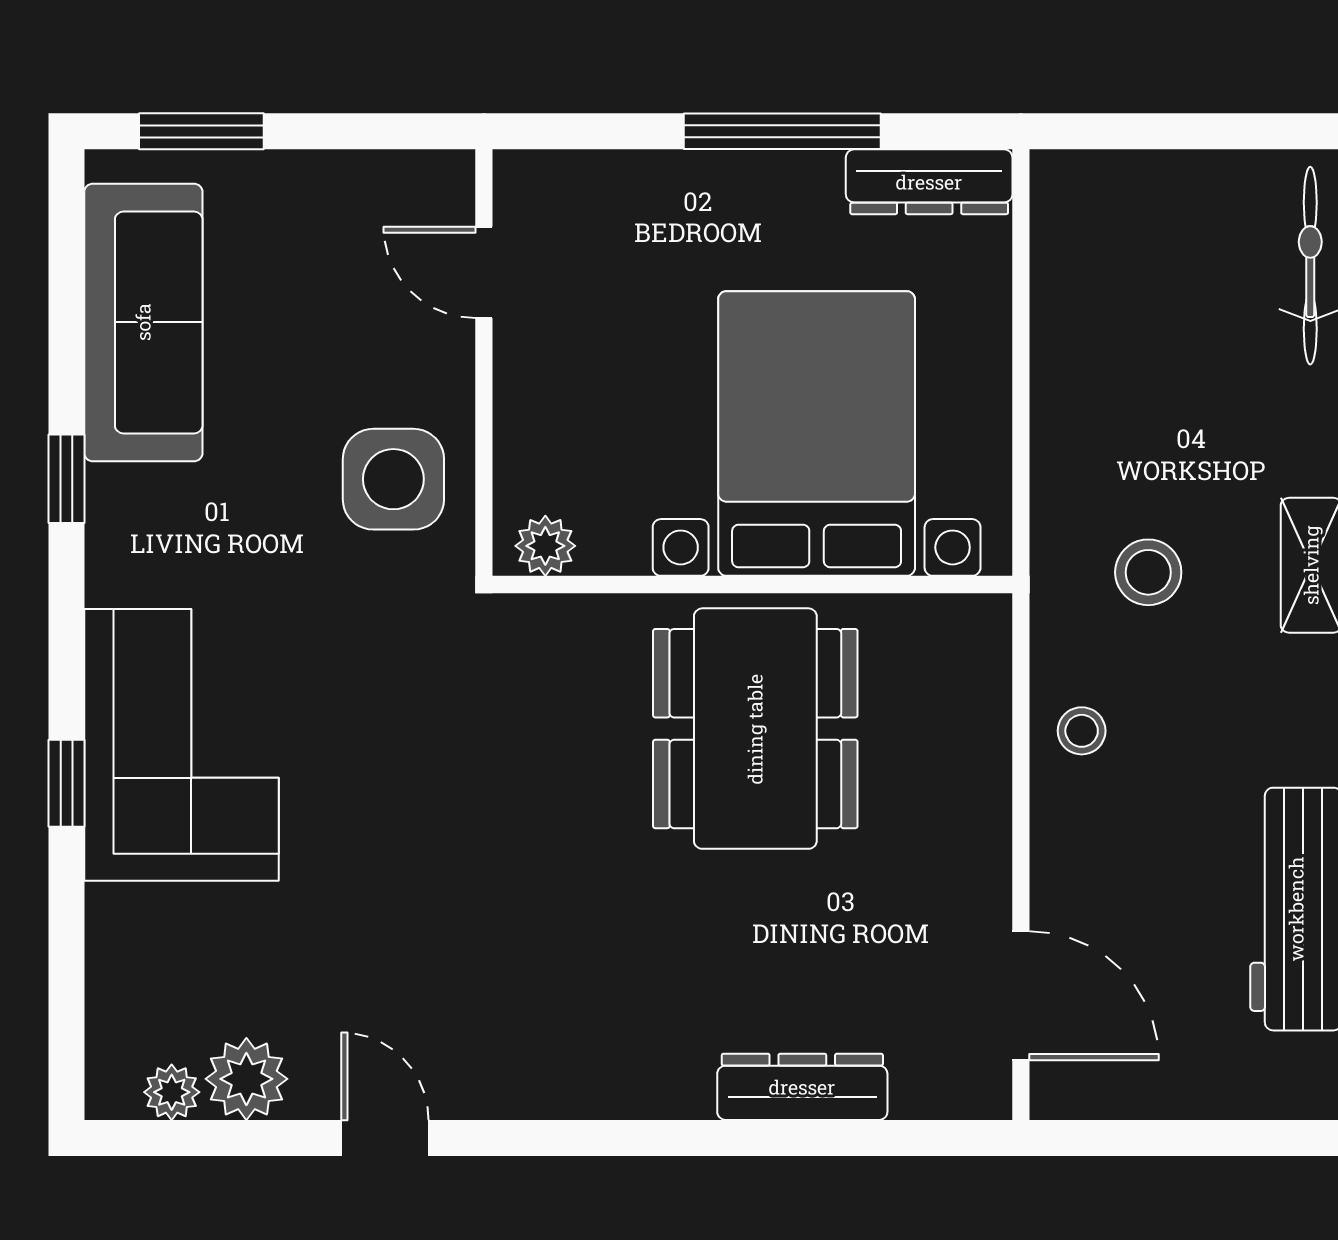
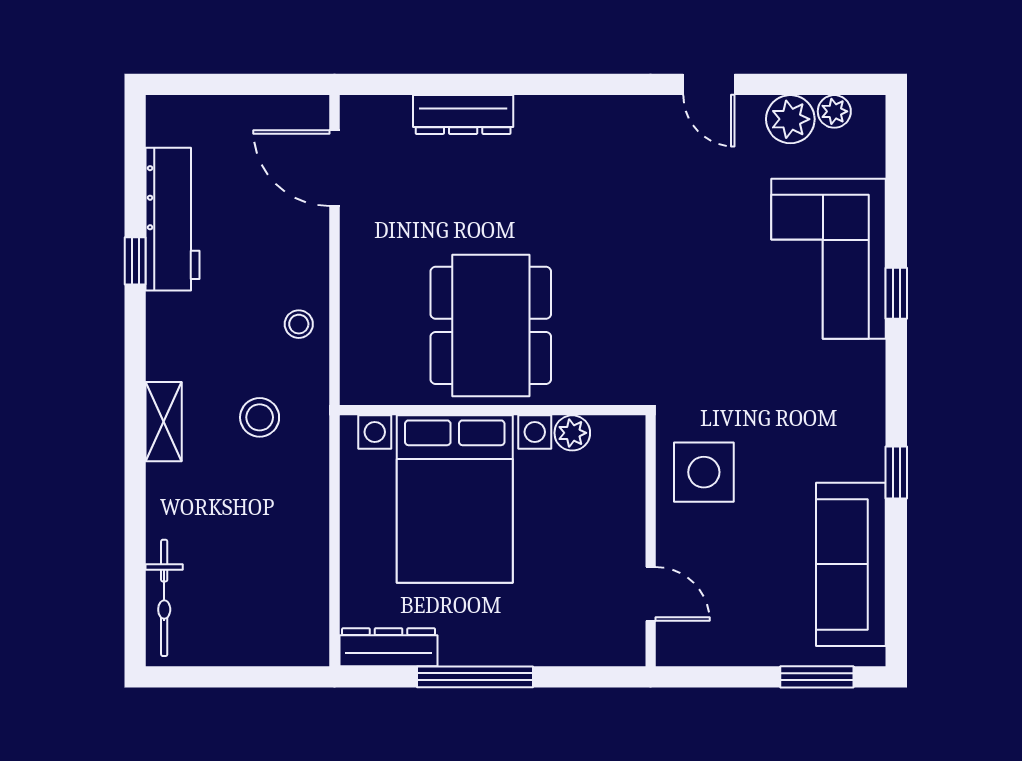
plant: (545, 546) -> (572, 433), moved
corner sofa: (181, 745) -> (829, 259), moved

